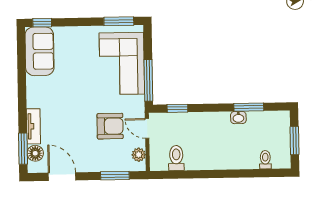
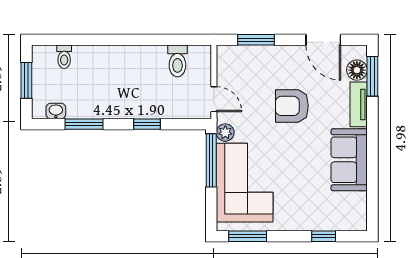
window: (42, 23) -> (324, 236), moved
sofa: (40, 51) -> (349, 160), moved
window: (177, 108) -> (147, 124), moved
washbasin: (238, 118) -> (56, 111), moved
armchair: (110, 126) -> (292, 106), moved
plant: (139, 155) -> (225, 133), moved

